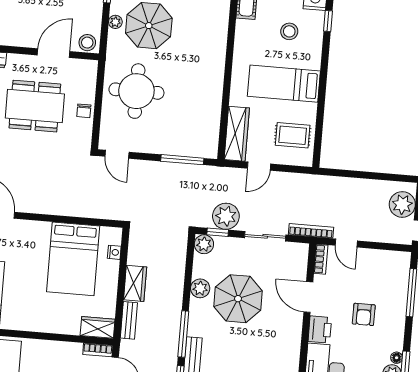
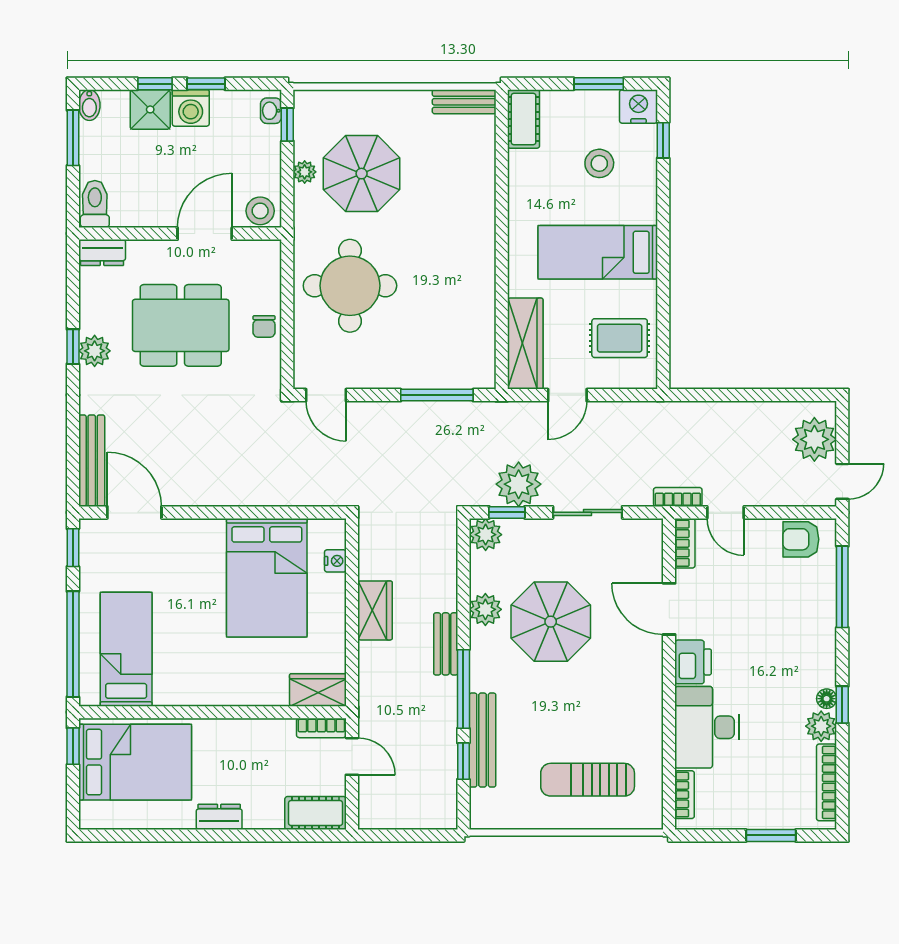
bookcase: (311, 231) -> (678, 497), width x0.64
armchair: (364, 314) -> (801, 539), moved, turned 90
bench: (129, 320) -> (446, 644), moved

